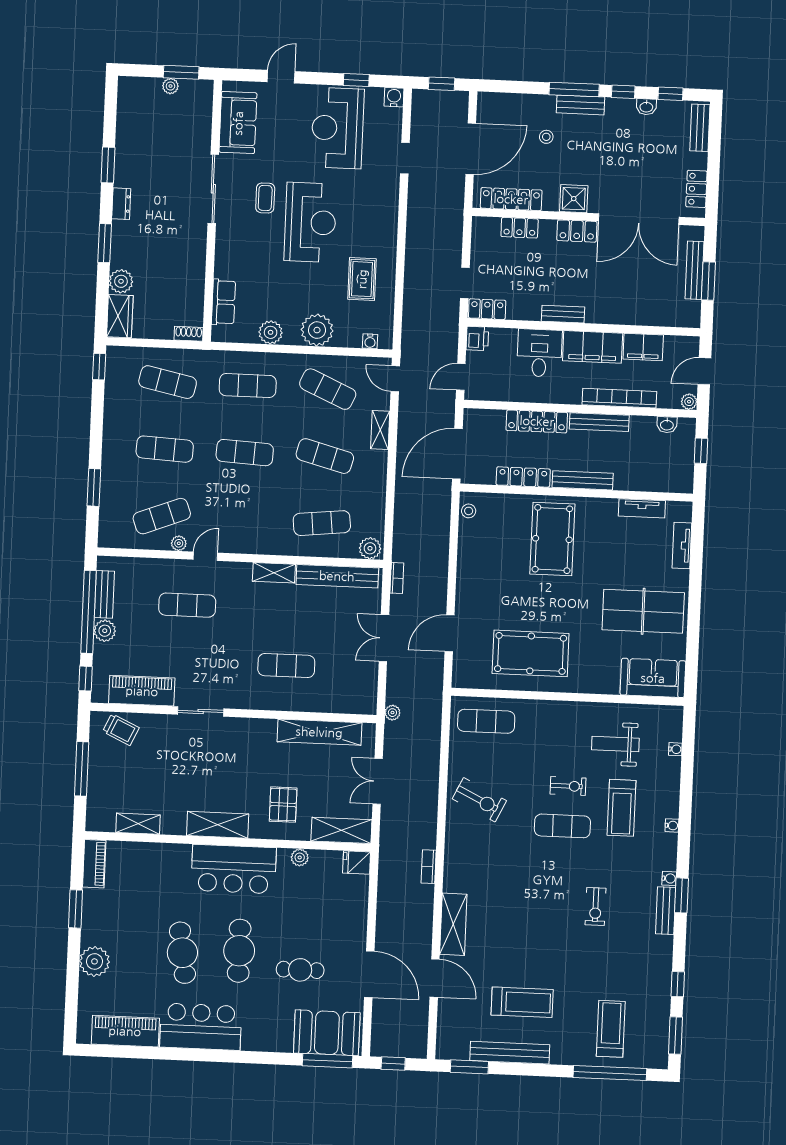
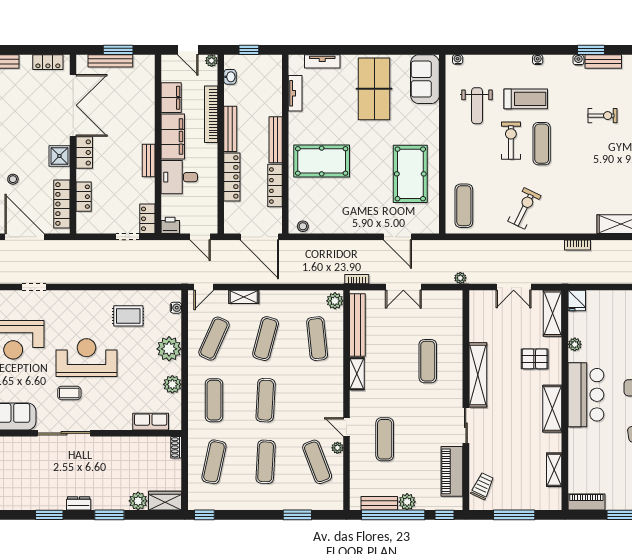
shelving: (319, 732) -> (478, 375), moved
water cooler: (675, 749) -> (458, 59), moved
exercise bike: (568, 786) -> (511, 141), width x1.38, depth x1.39

